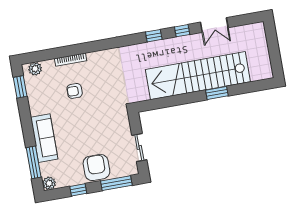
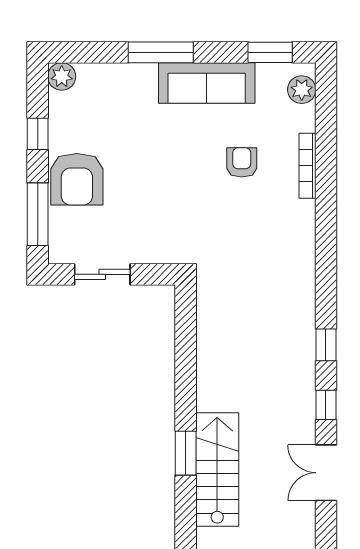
stairs: (198, 76) -> (217, 470), width x0.54, depth x0.66
sofa: (44, 138) -> (207, 83), moved
window: (34, 162) -> (161, 52), moved
armchair: (96, 167) -> (77, 179), turned 90

